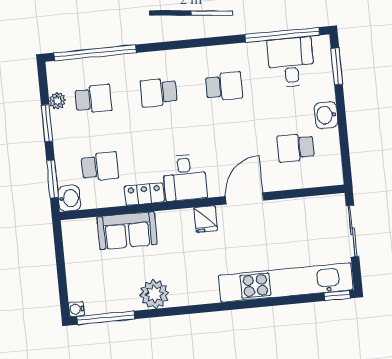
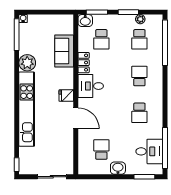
kitchen unit: (286, 283) -> (27, 109), moved

